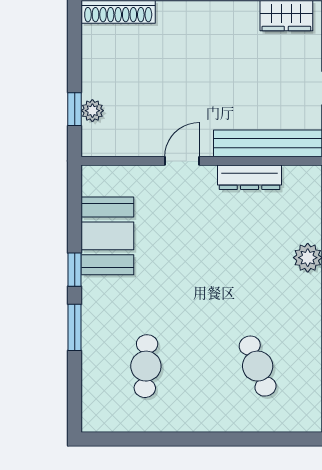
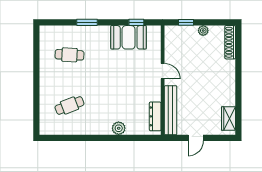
plant: (92, 111) -> (203, 31), moved
dresser: (250, 177) -> (155, 116), moved
window: (75, 270) -> (136, 22), moved

